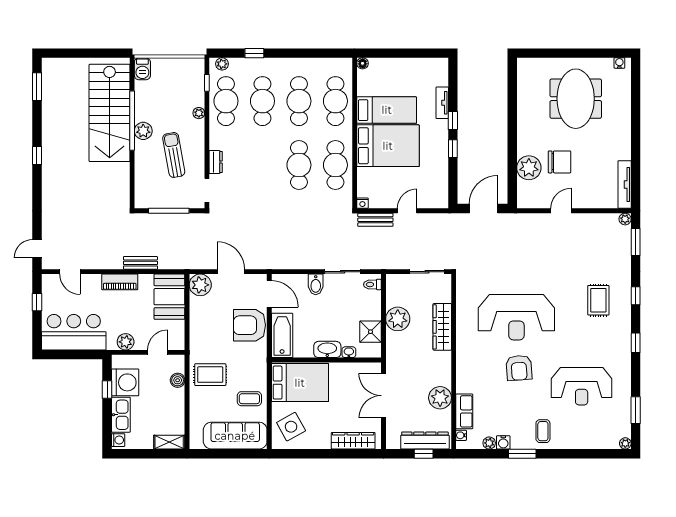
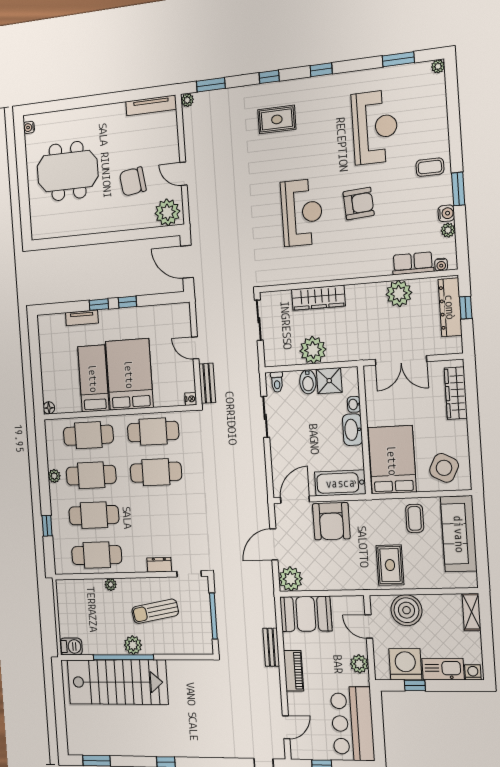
plant: (222, 64) -> (54, 476), moved
window: (207, 83) -> (80, 576), removed
chair: (559, 162) -> (133, 182), turned -98
plant: (529, 168) -> (167, 212), moved
bidet: (316, 284) -> (308, 382), moved, turned 90
reception desk: (516, 317) -> (302, 212), width x0.74, depth x0.77
boiler: (178, 380) -> (406, 610), width x1.86, depth x1.86
side table: (291, 427) -> (444, 468), turned -34

